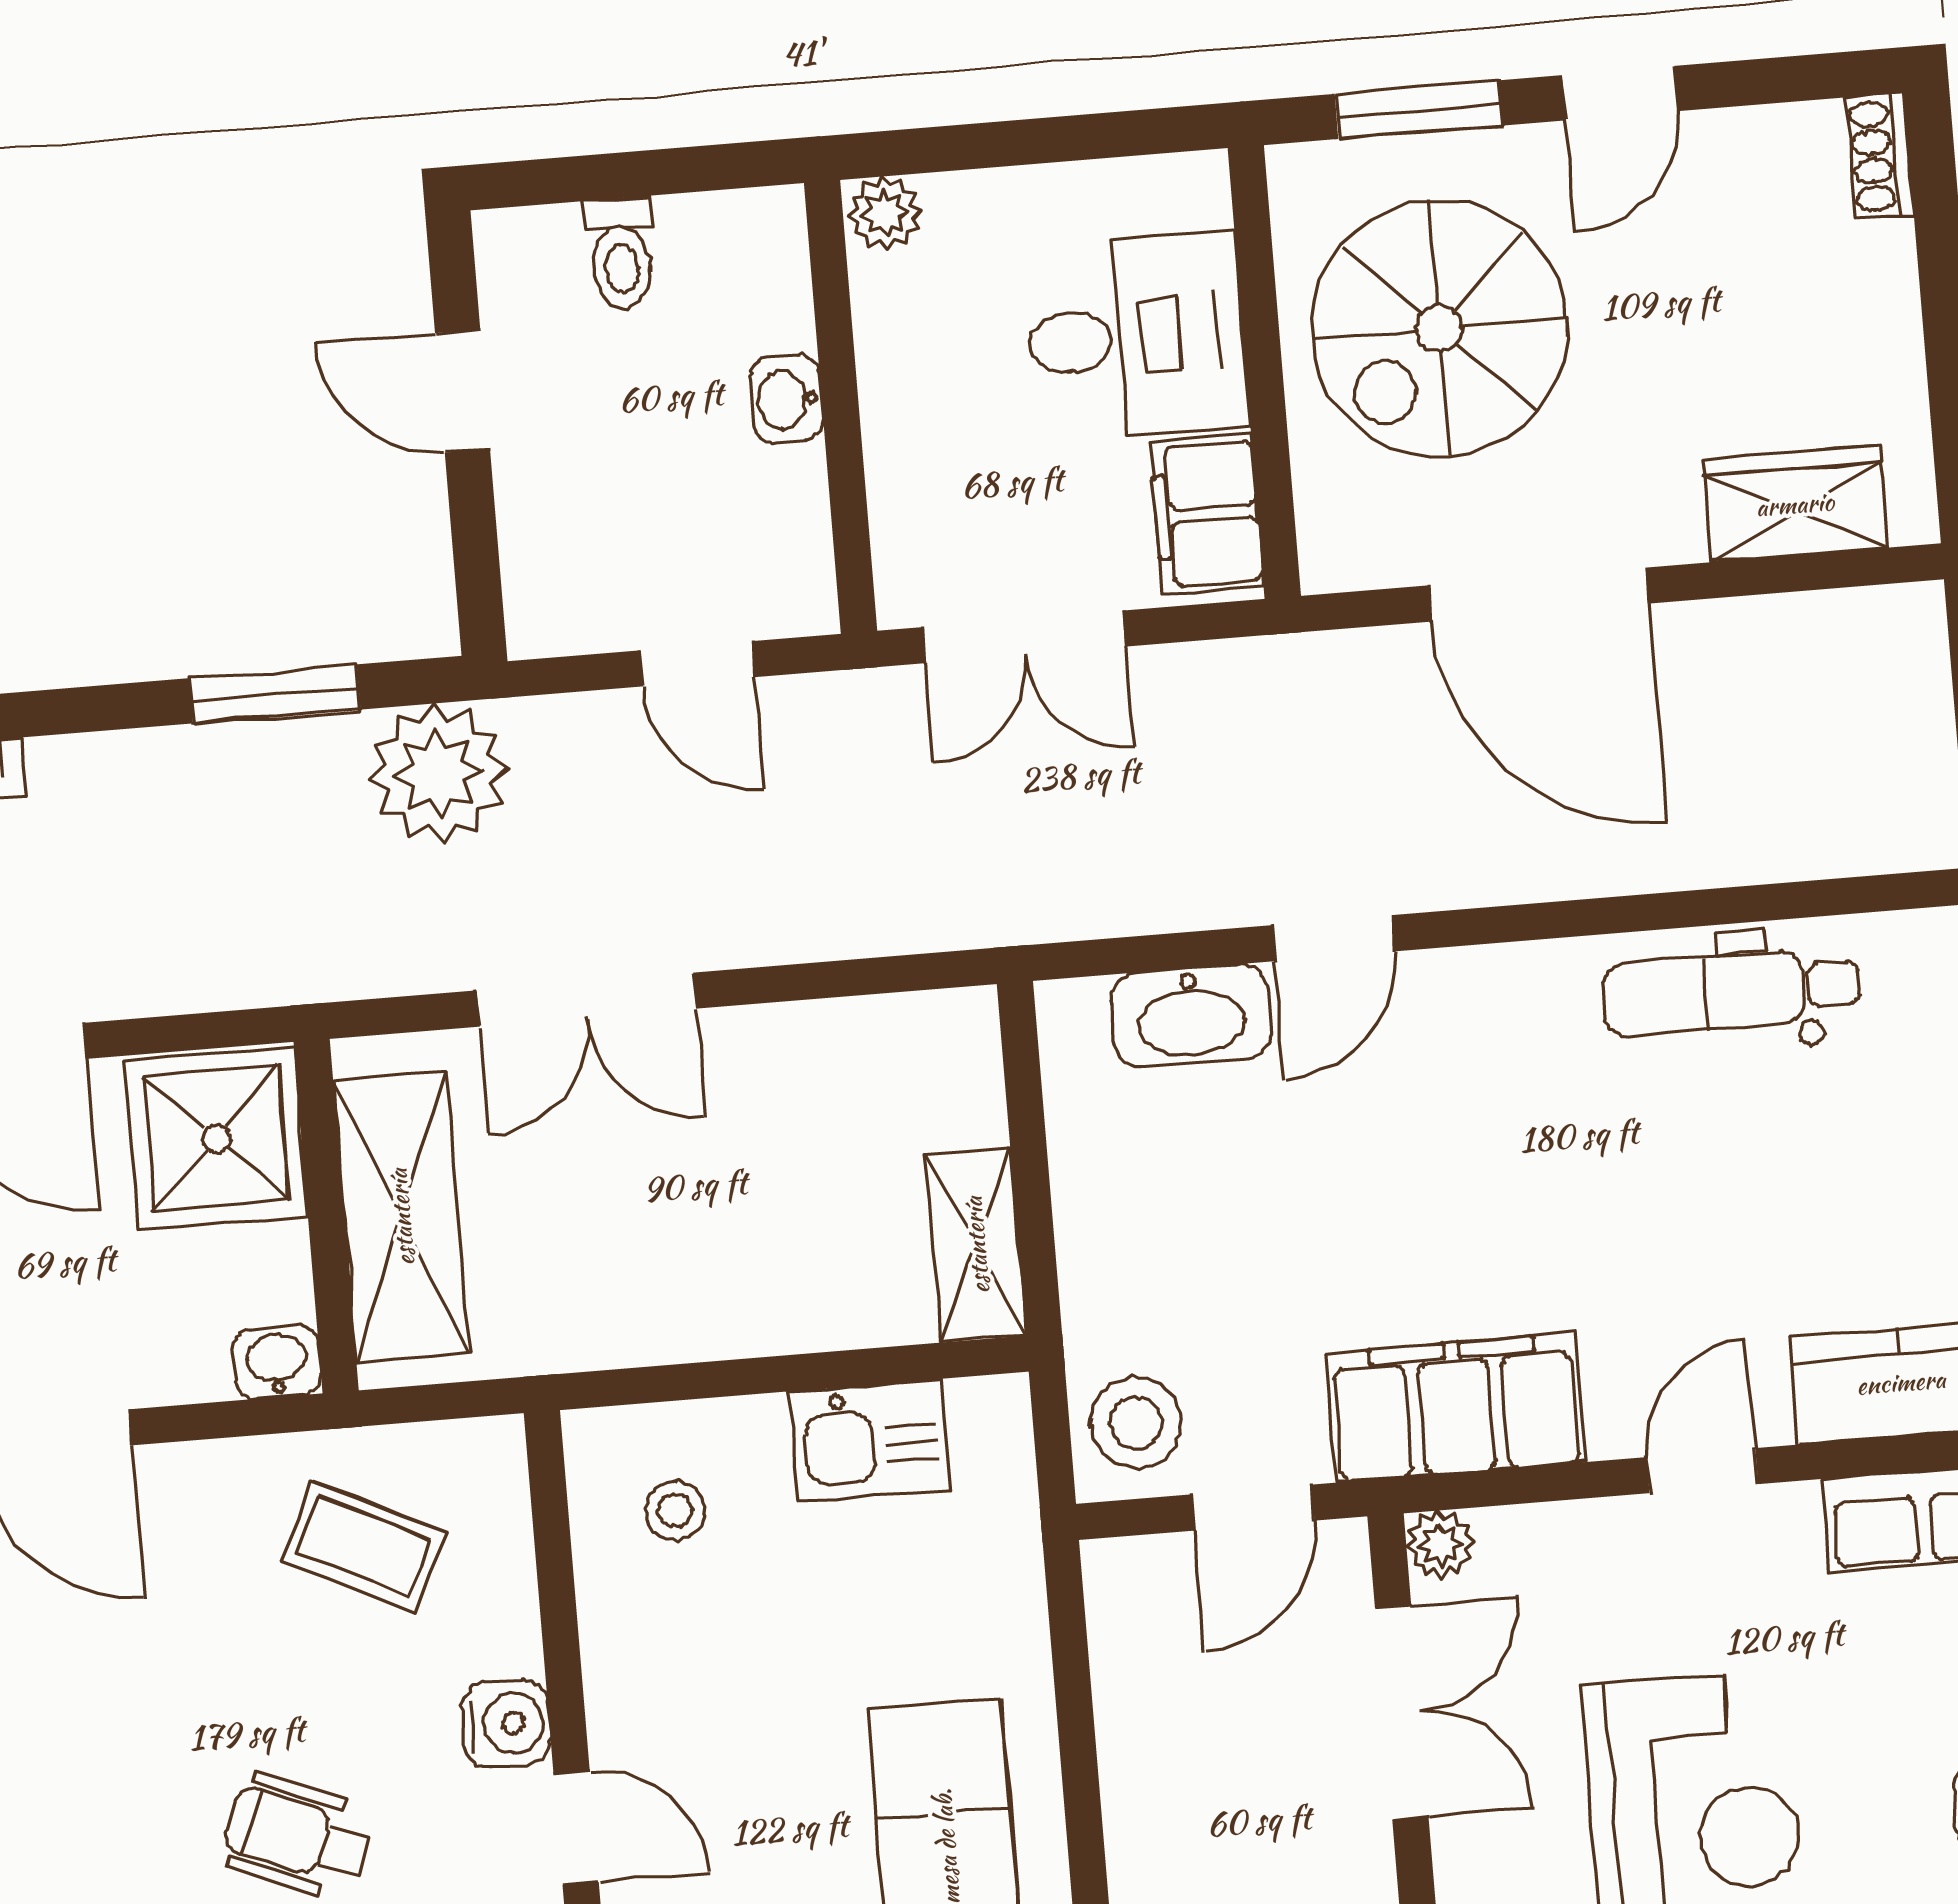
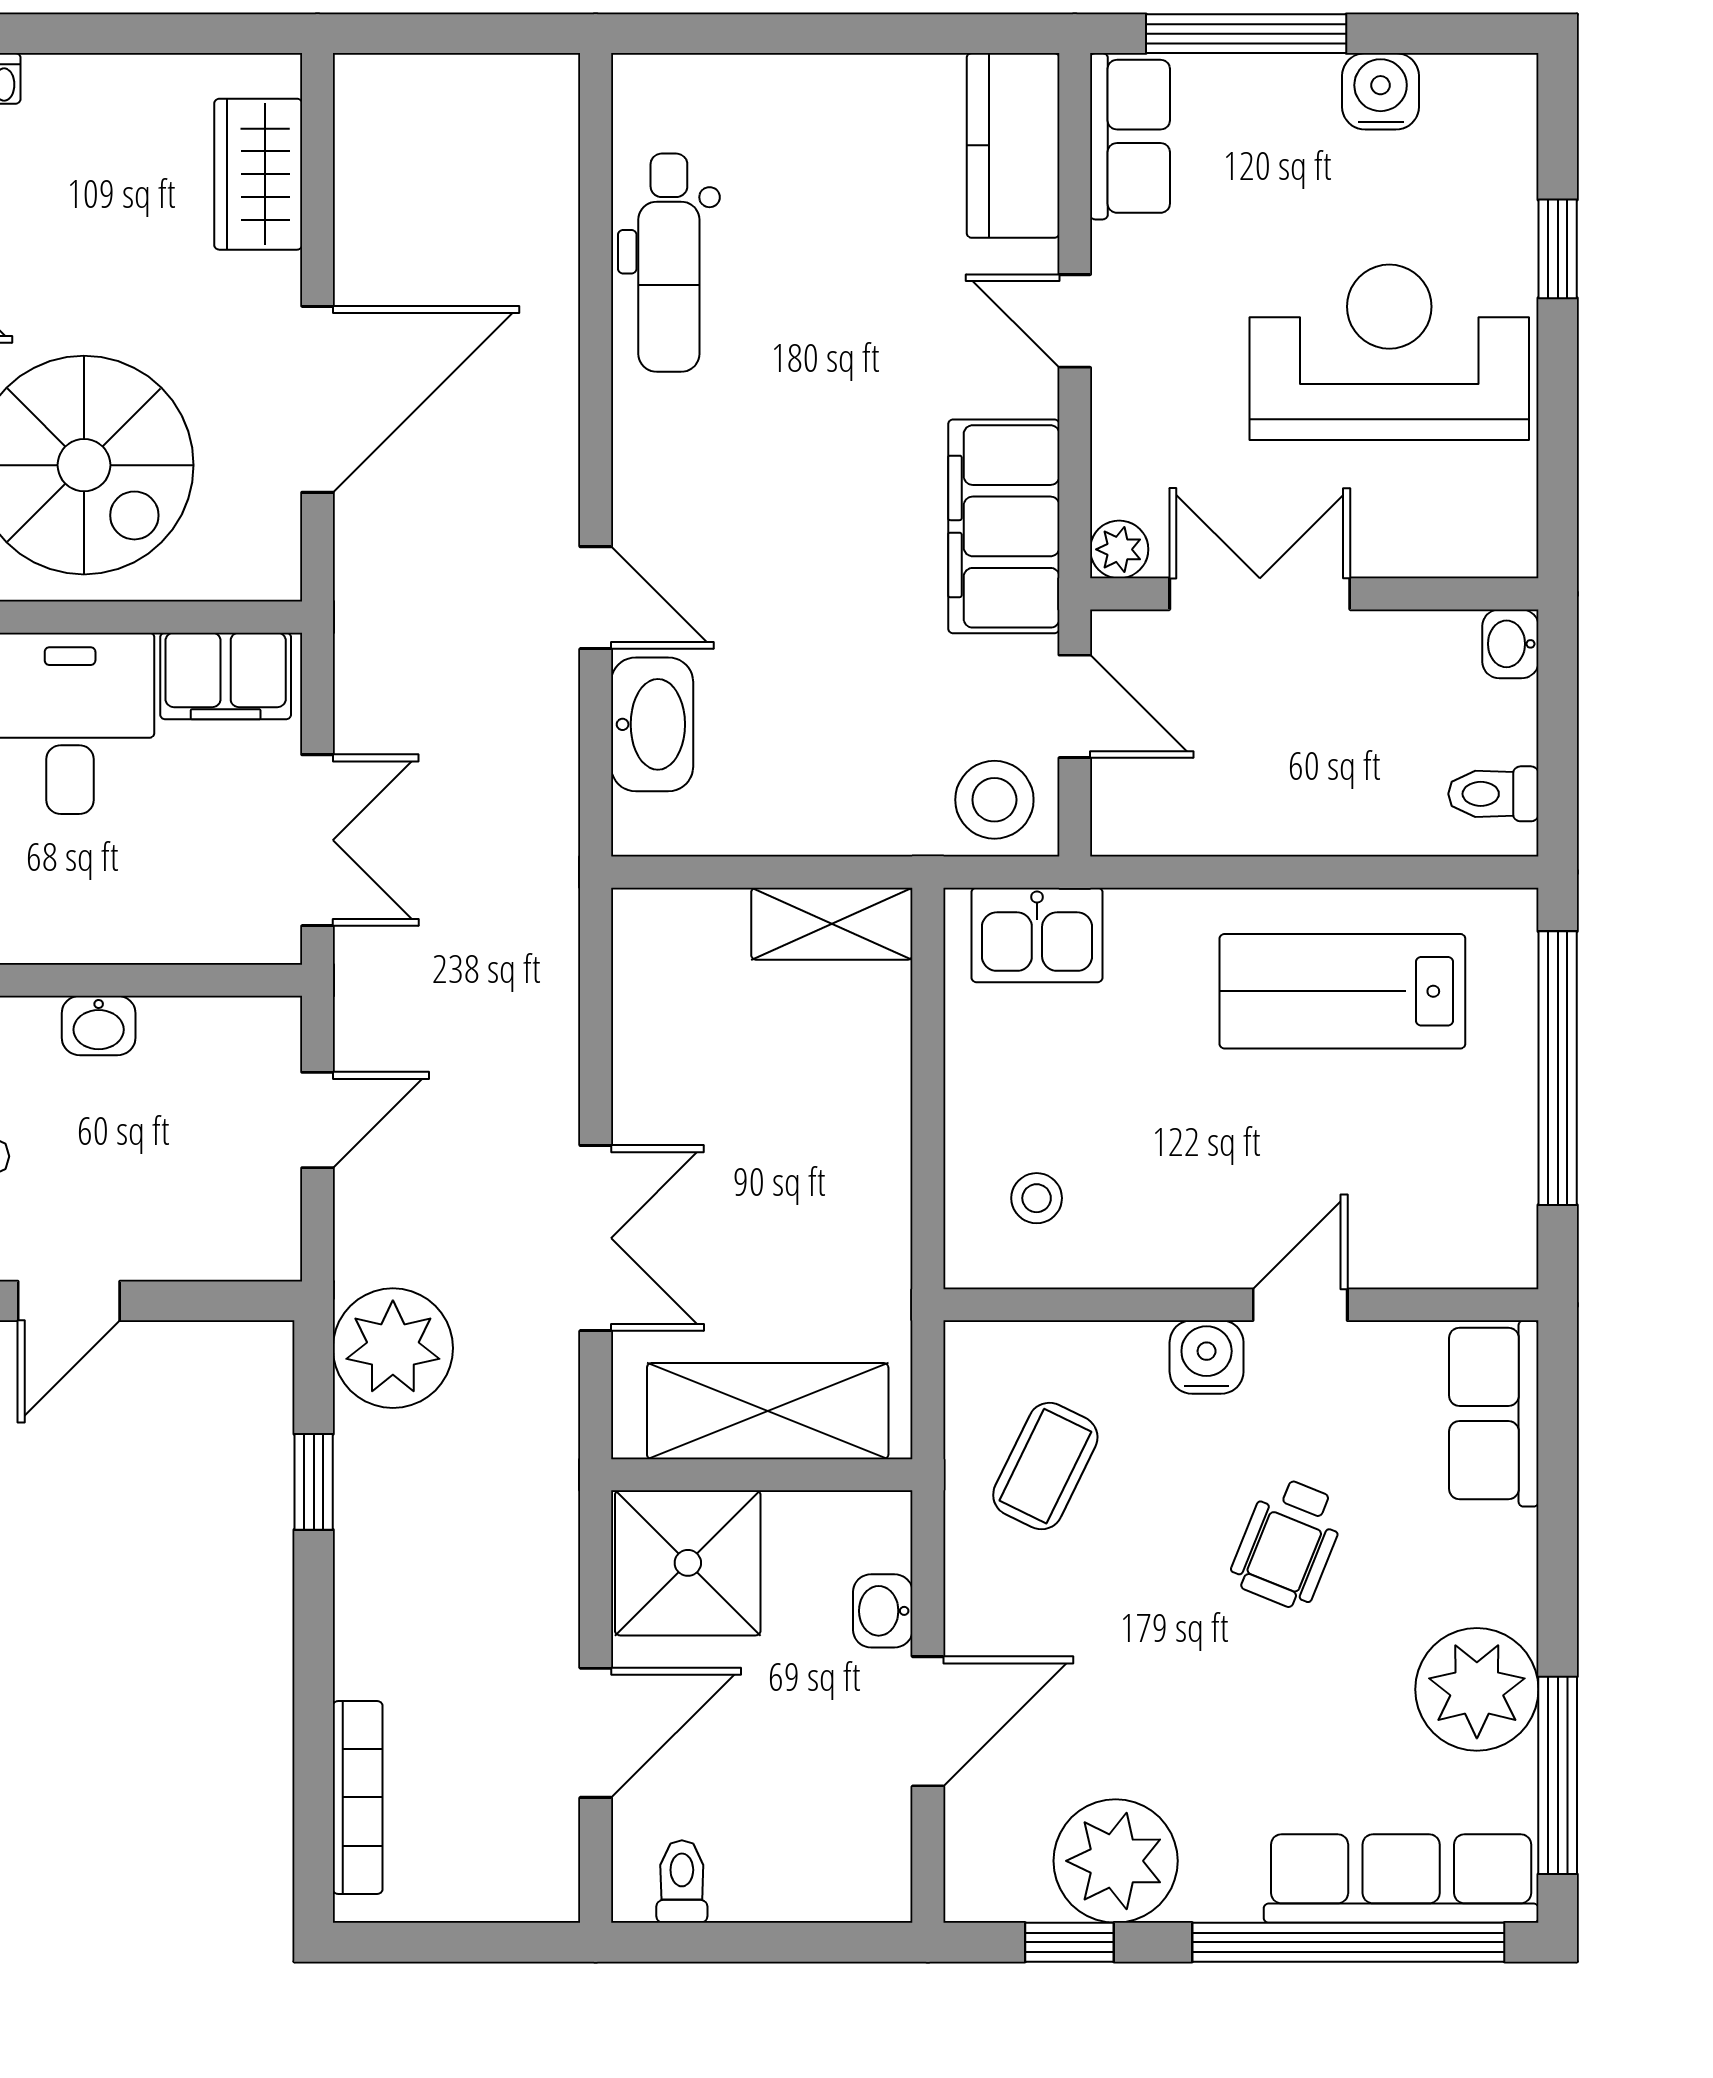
window: (275, 694) -> (314, 1482), width x0.67
washbasin: (277, 1362) -> (883, 1611), moved
kitchen sink: (870, 1440) -> (1037, 935), moved, turned 90

